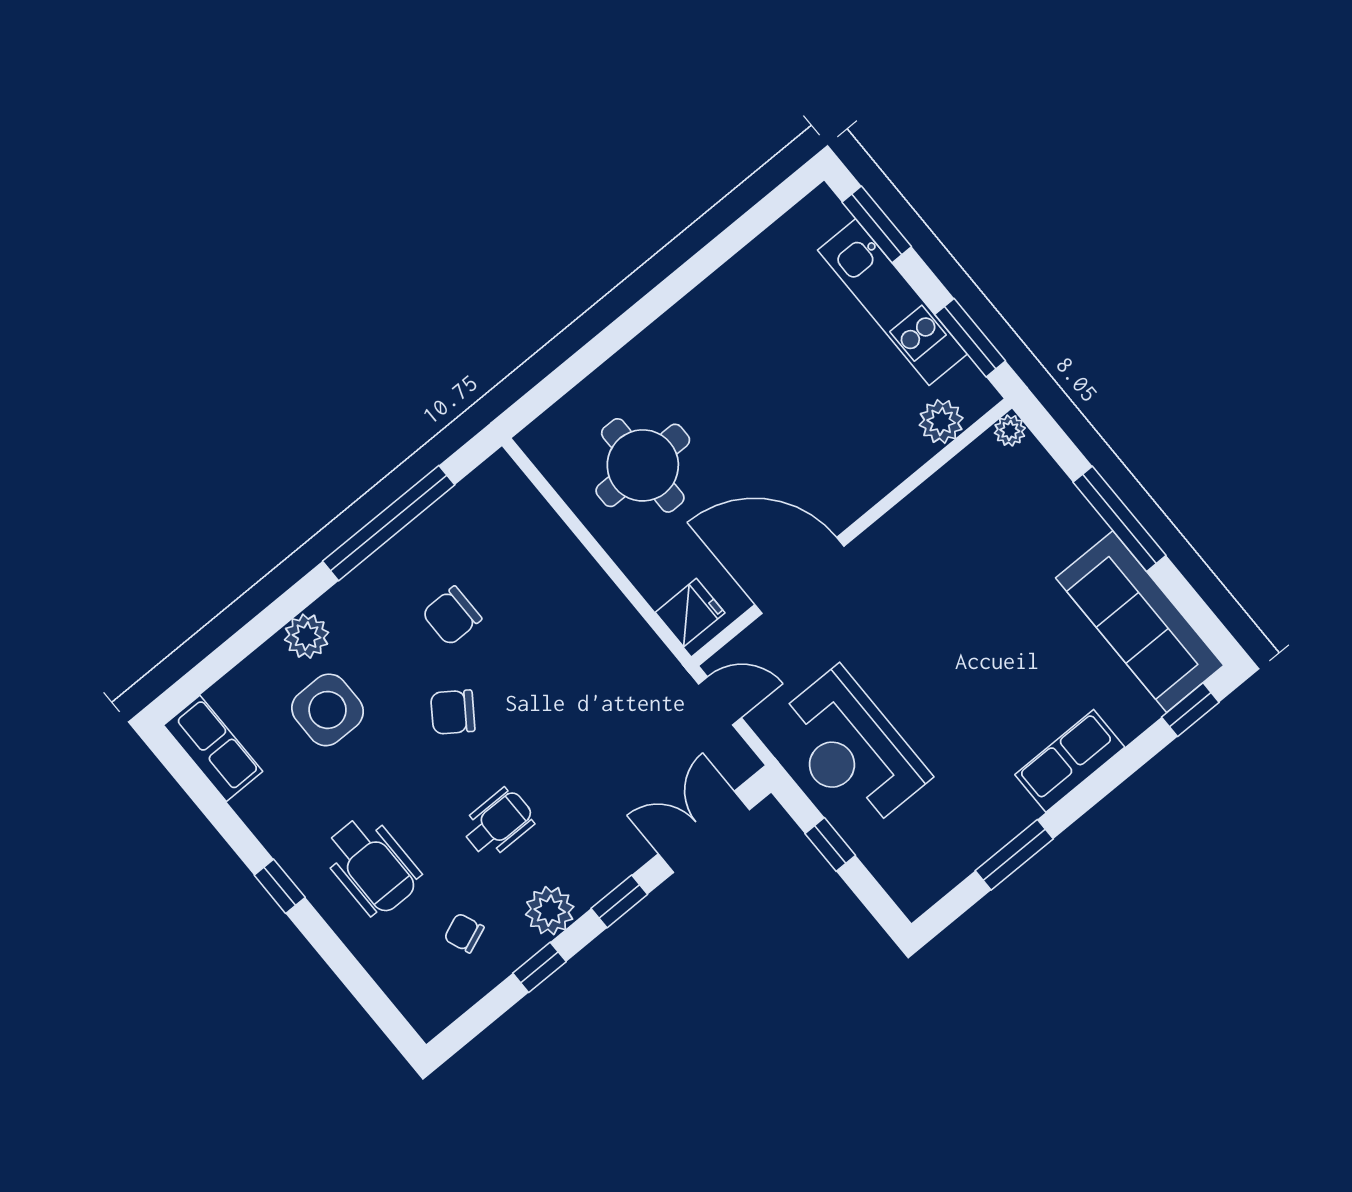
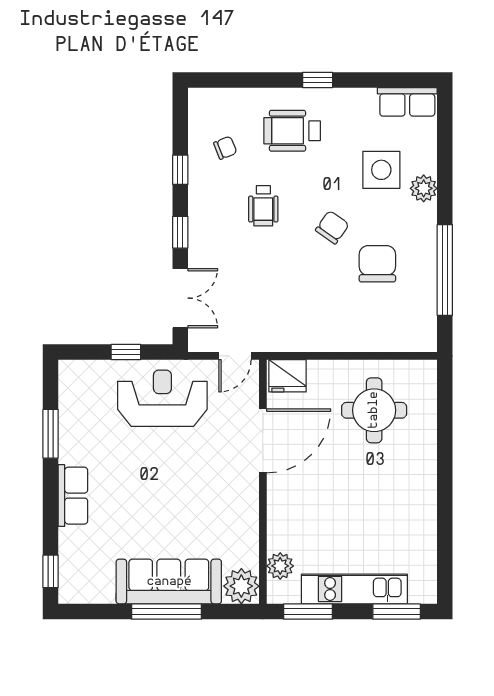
plant: (1010, 430) -> (241, 586), width x1.87, depth x1.87
fridge: (690, 613) -> (288, 376), width x1.38
chair: (452, 616) -> (377, 264), width x1.37, depth x1.37
sofa: (1140, 622) -> (169, 582), moved
plant: (550, 911) -> (203, 196), removed

